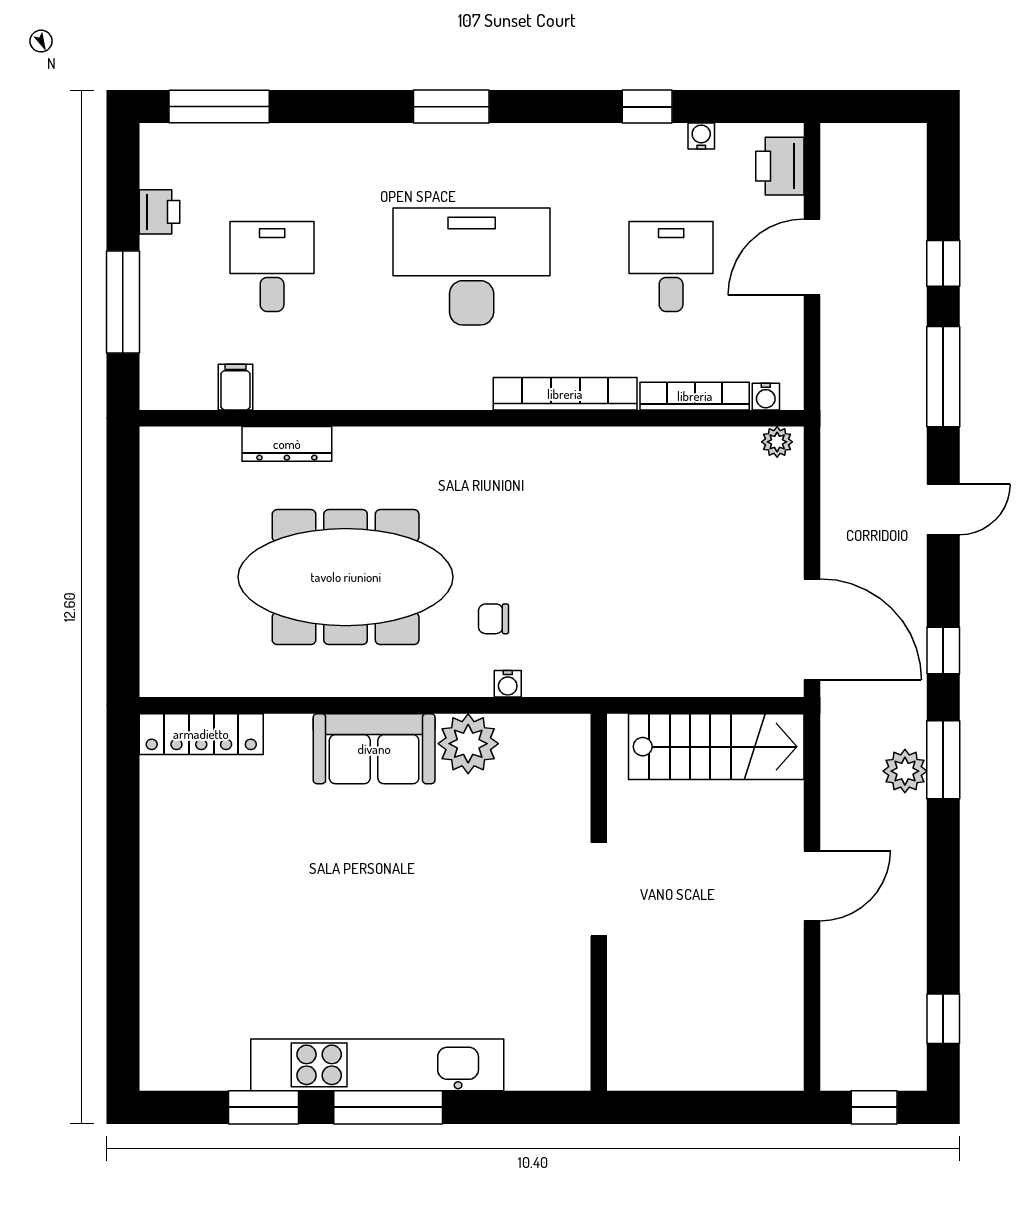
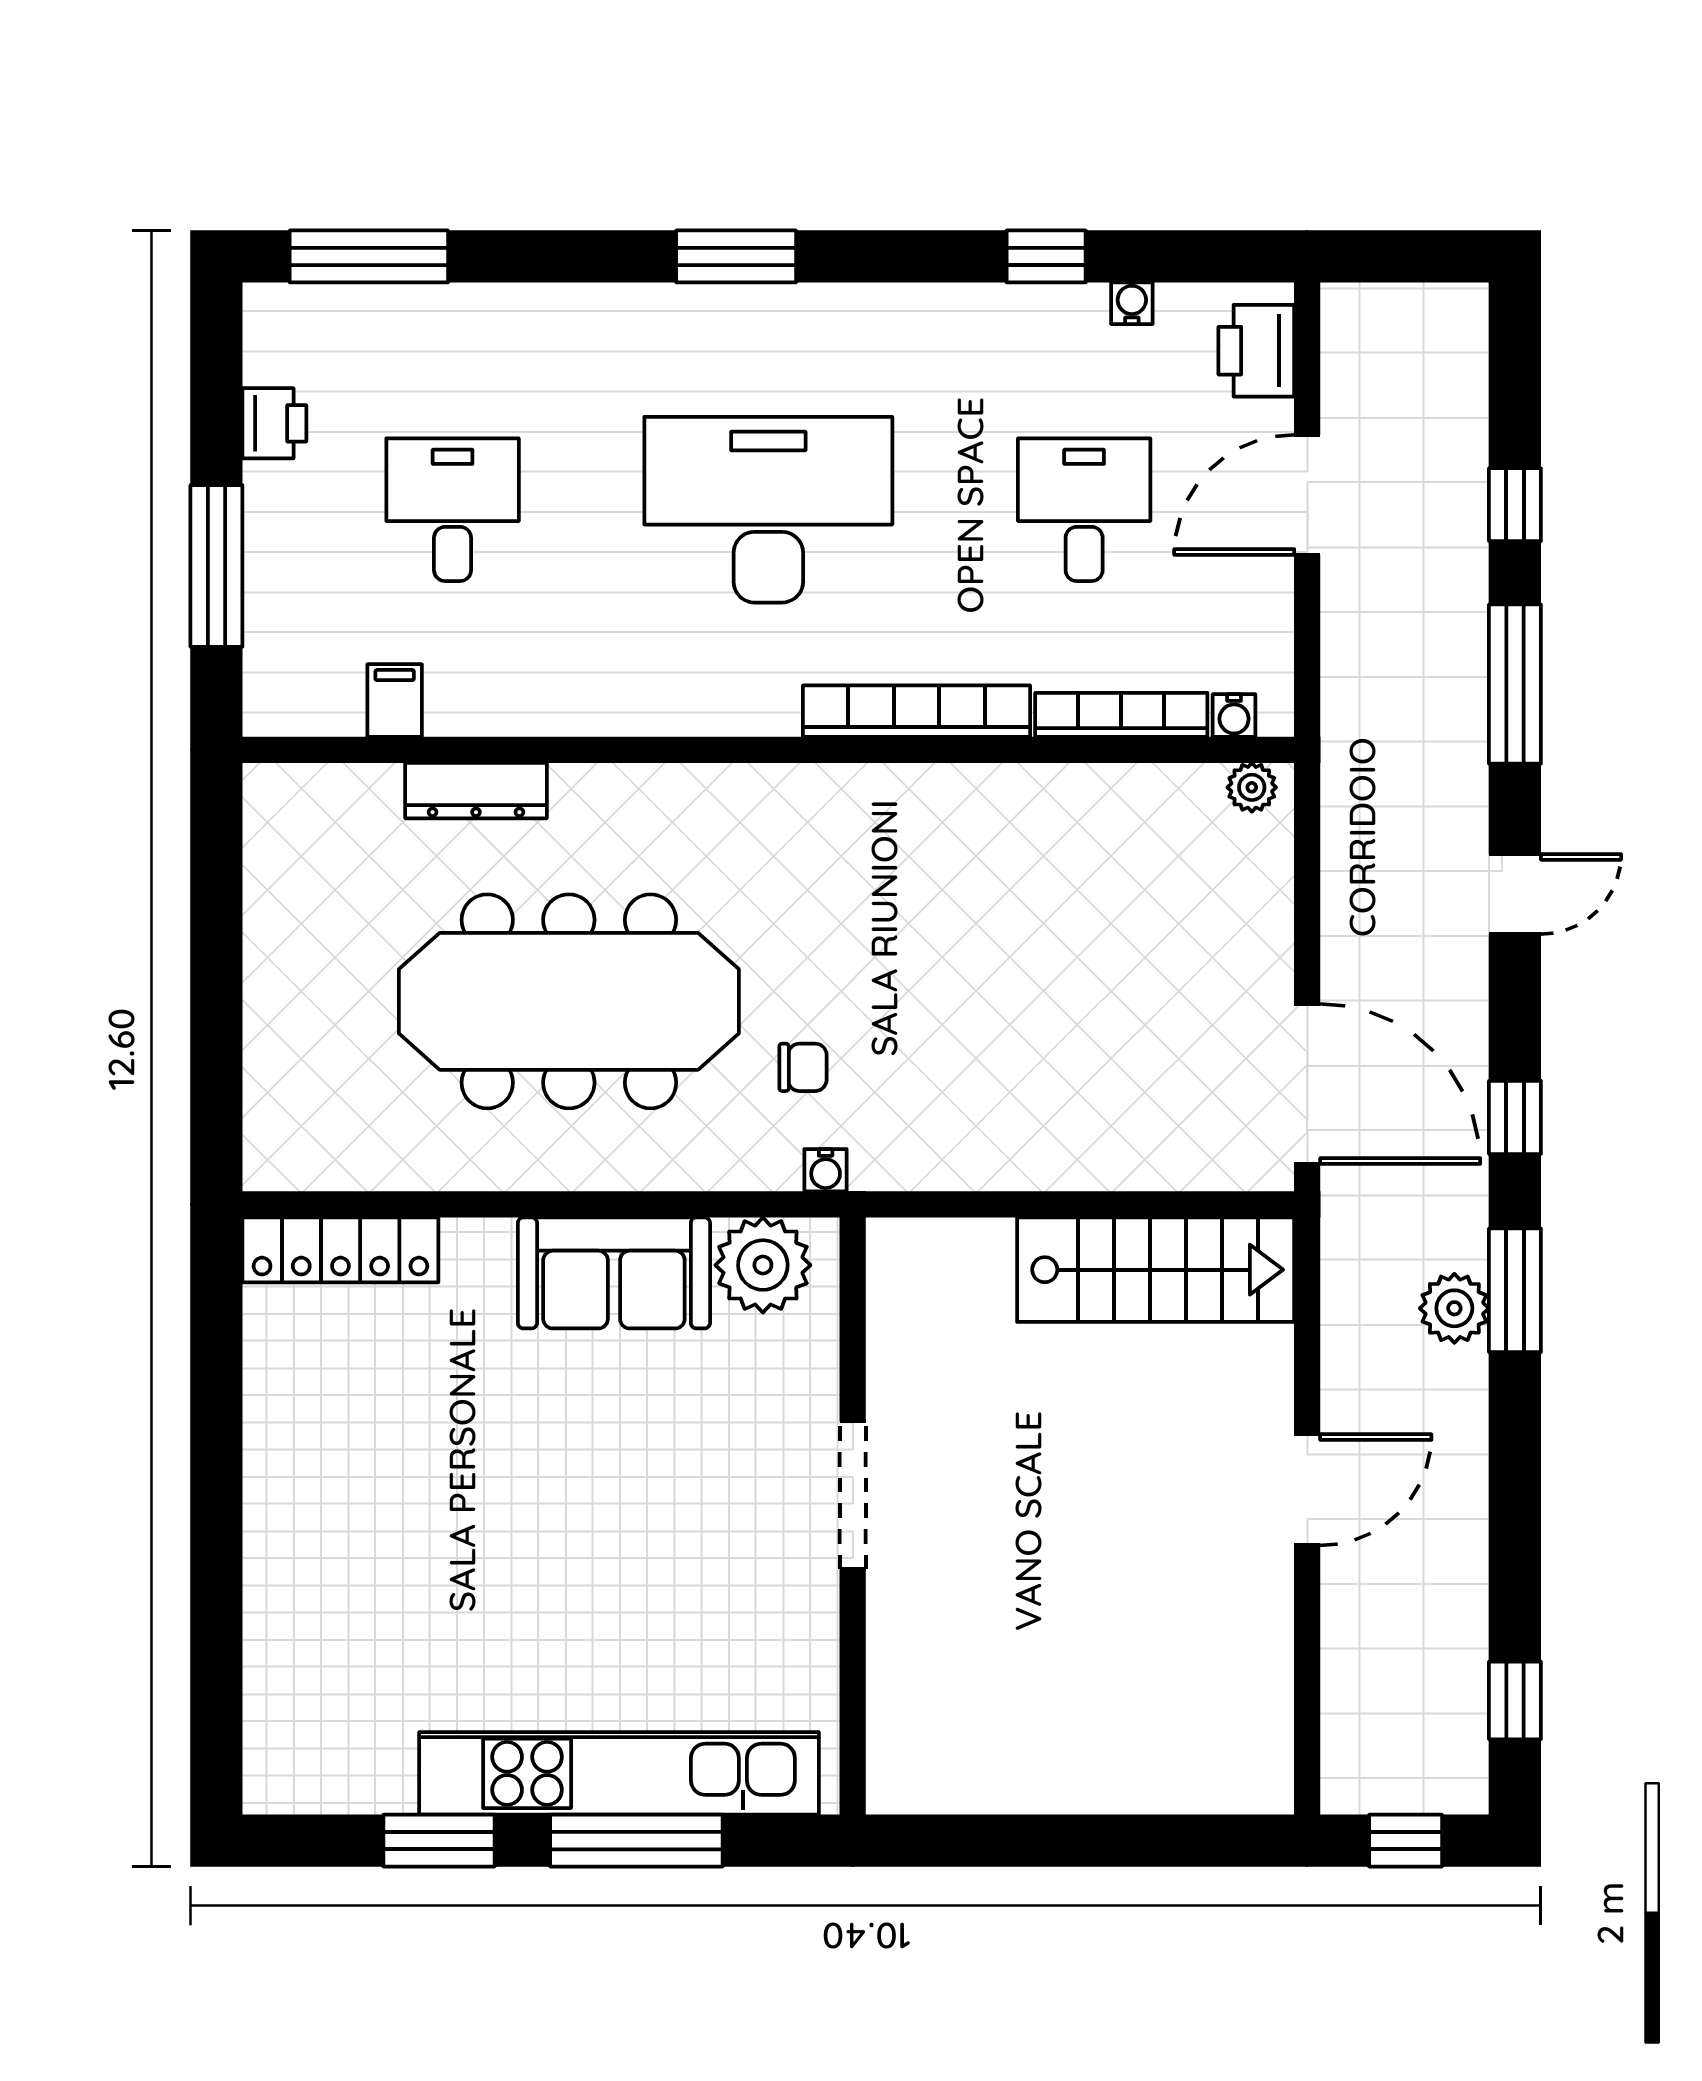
chair: (493, 619) -> (803, 1067), turned 180
doorway: (599, 889) -> (853, 1495), moved
wall: (599, 902) -> (853, 1516), moved

